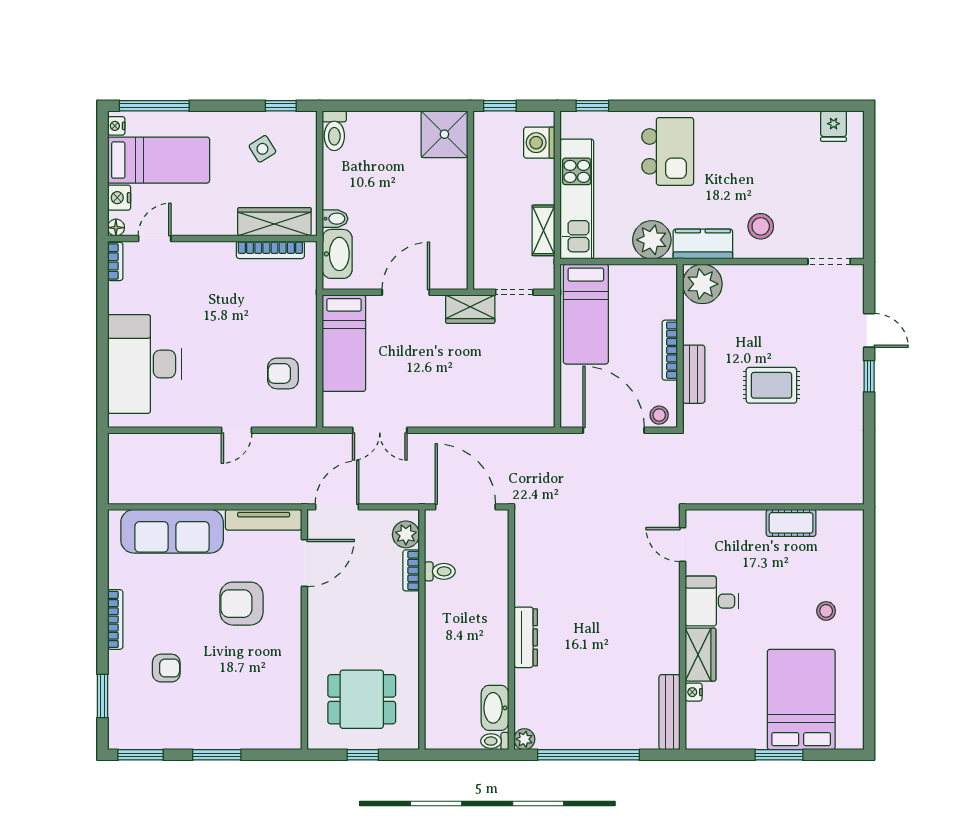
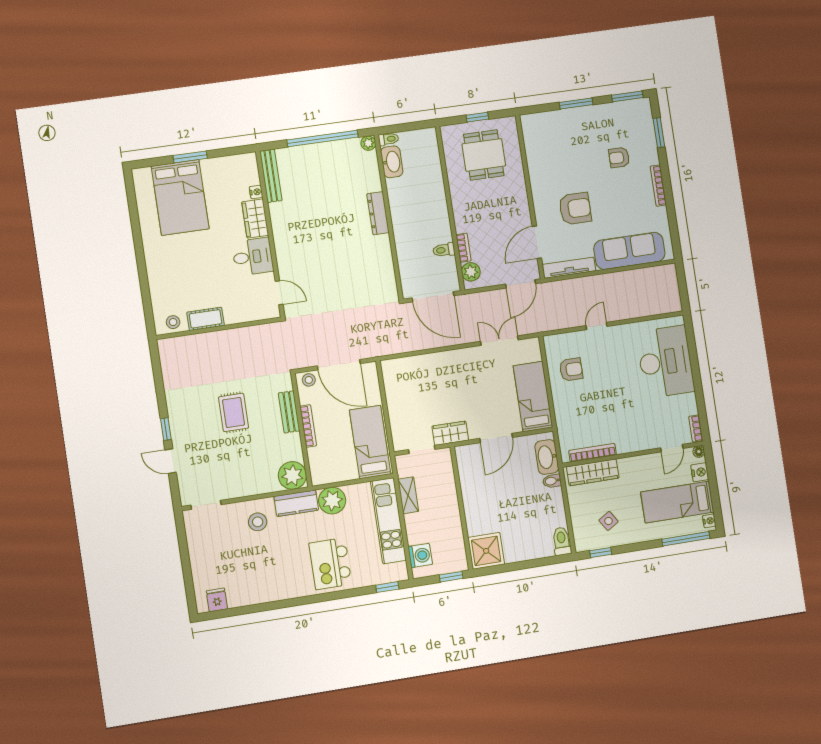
rug: (771, 385) -> (234, 412), turned 90
stool: (826, 611) -> (173, 322), moved
dining table: (362, 699) -> (484, 155), turned 90

